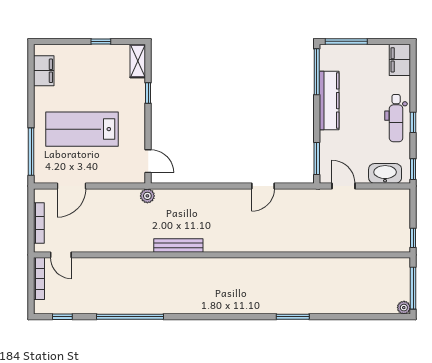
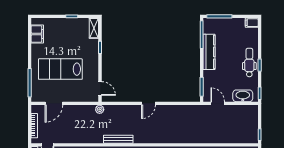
filing cabinet: (400, 60) -> (252, 23), width x0.50
dental chair: (396, 118) -> (249, 62), turned 180
door: (263, 186) -> (149, 103), moved

